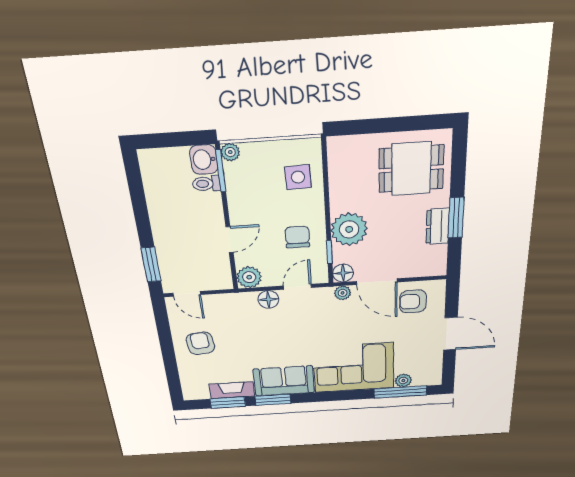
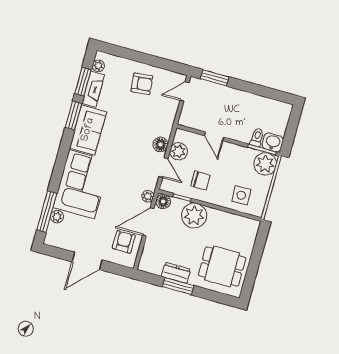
plant: (230, 152) -> (265, 164), width x1.88, depth x1.88
dining table: (411, 169) -> (222, 267), turned 90
plant: (249, 277) -> (179, 151), moved
plant: (201, 393) -> (98, 66), added

